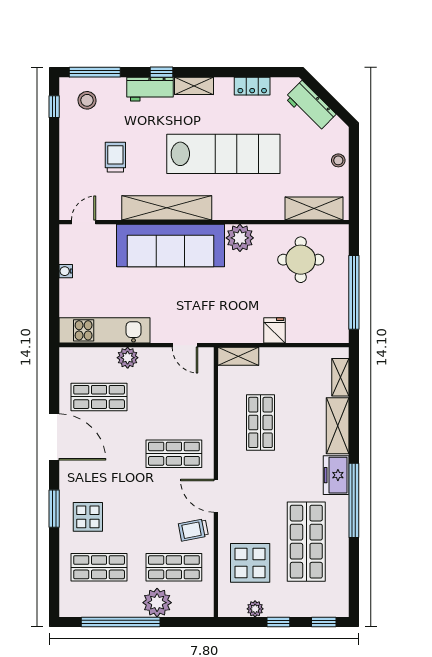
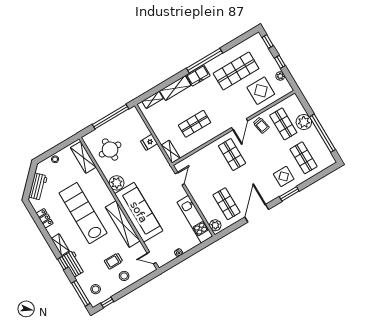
stool: (81, 160) -> (124, 276), added
plant: (128, 358) -> (215, 225), moved

